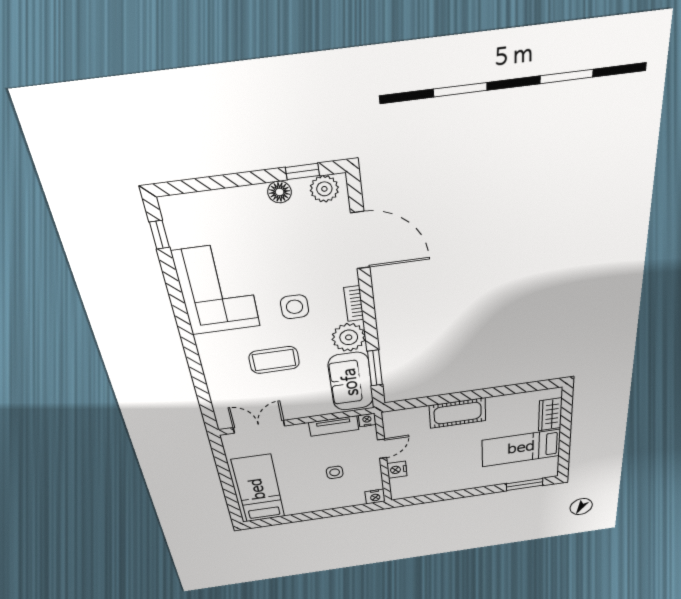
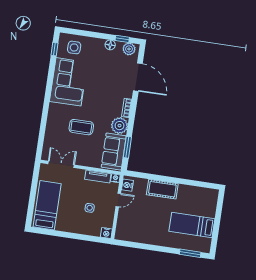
side table: (295, 307) -> (74, 47), moved
wardrobe: (550, 414) -> (211, 206), removed
nightstand: (397, 470) -> (127, 185), moved

